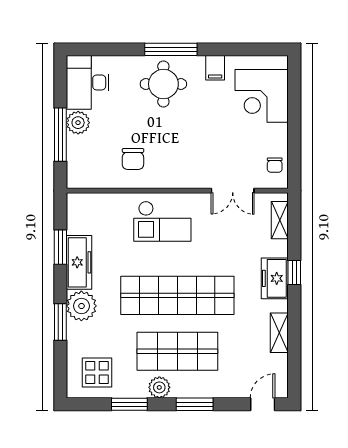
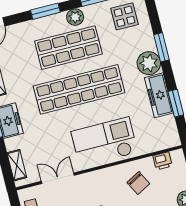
chair: (133, 159) -> (138, 183), turned 152
printer: (96, 179) -> (163, 161), added
checkout: (162, 221) -> (104, 142), width x1.36, depth x1.21

